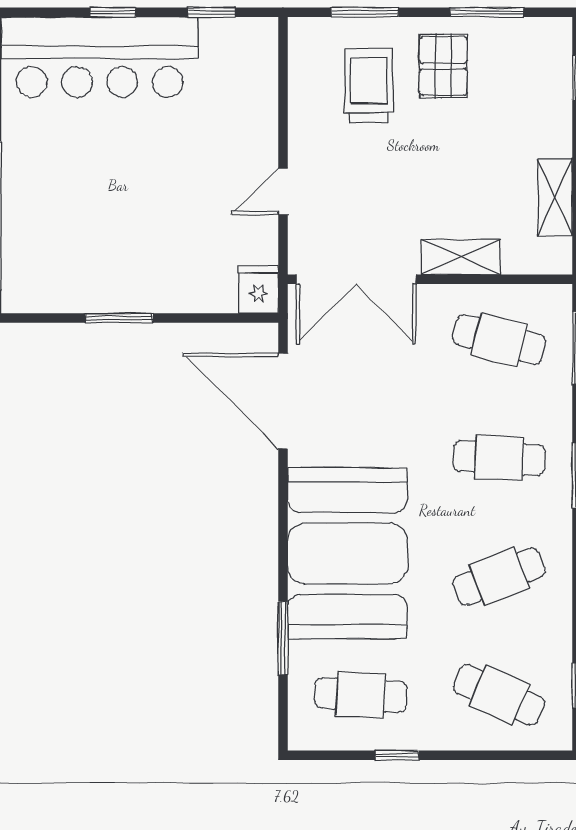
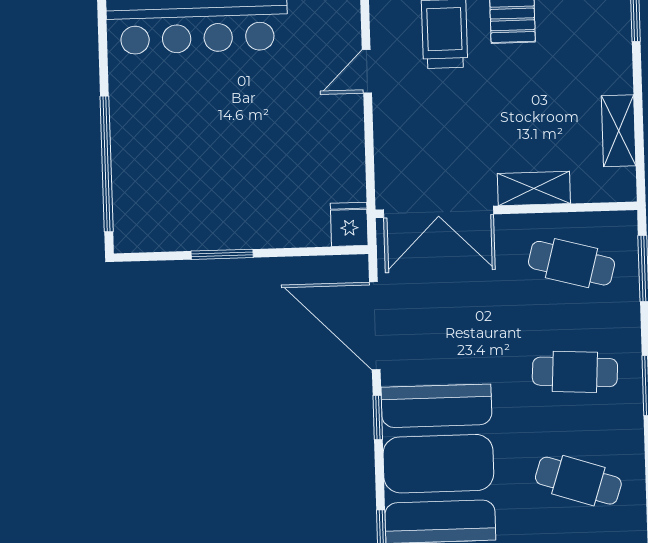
door: (283, 191) -> (367, 71), moved
window: (283, 501) -> (378, 417), added
cafe table: (499, 577) -> (578, 481), turned 39

